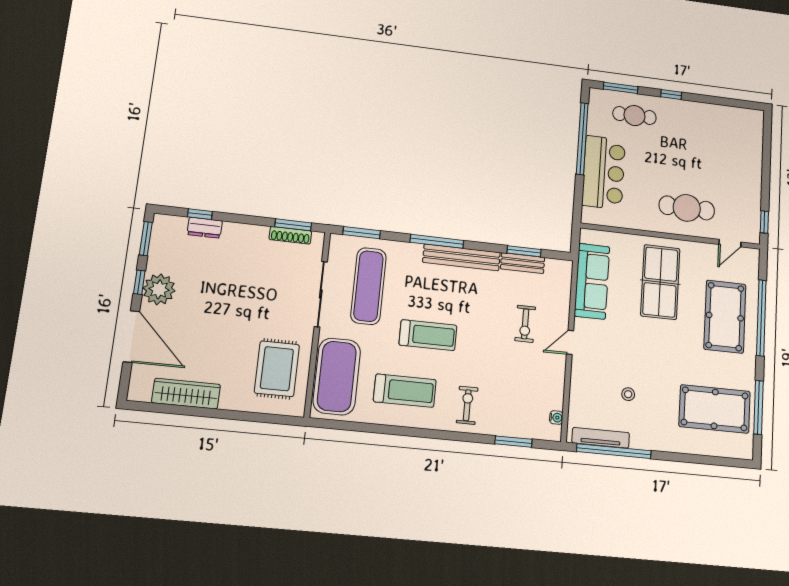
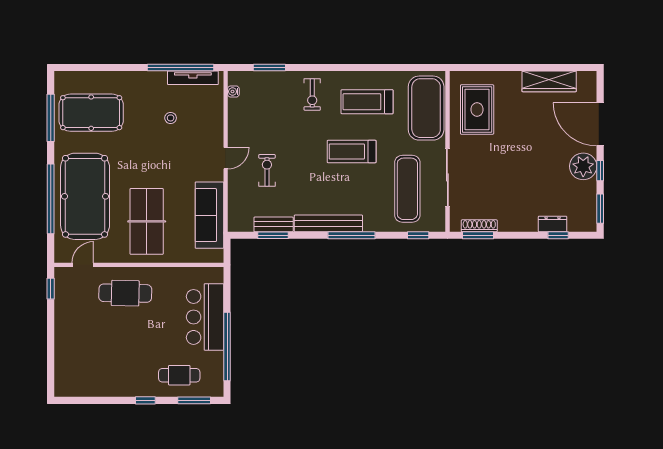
window: (362, 233) -> (418, 235), width x0.67
pool table: (725, 317) -> (85, 196), width x1.36, depth x1.32

